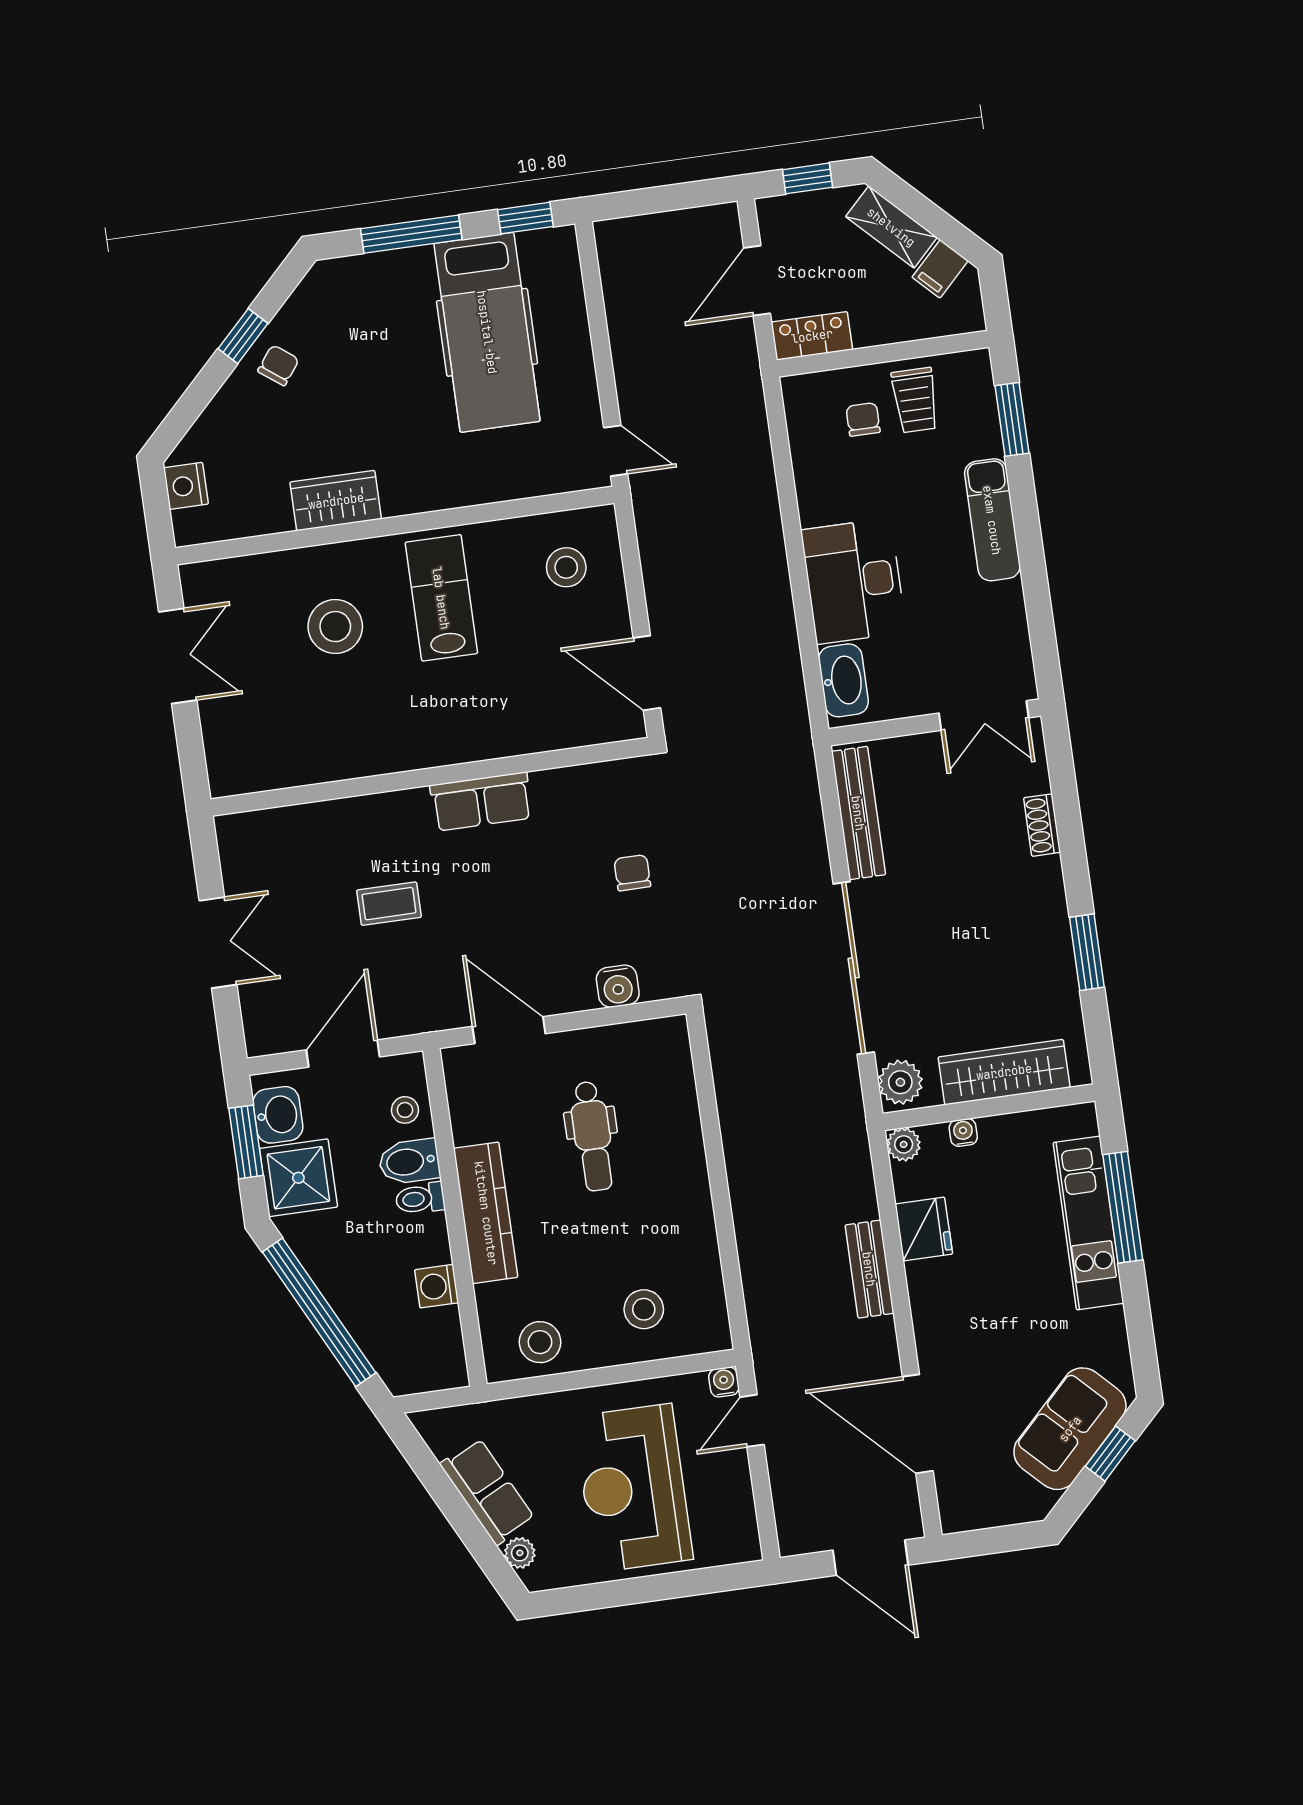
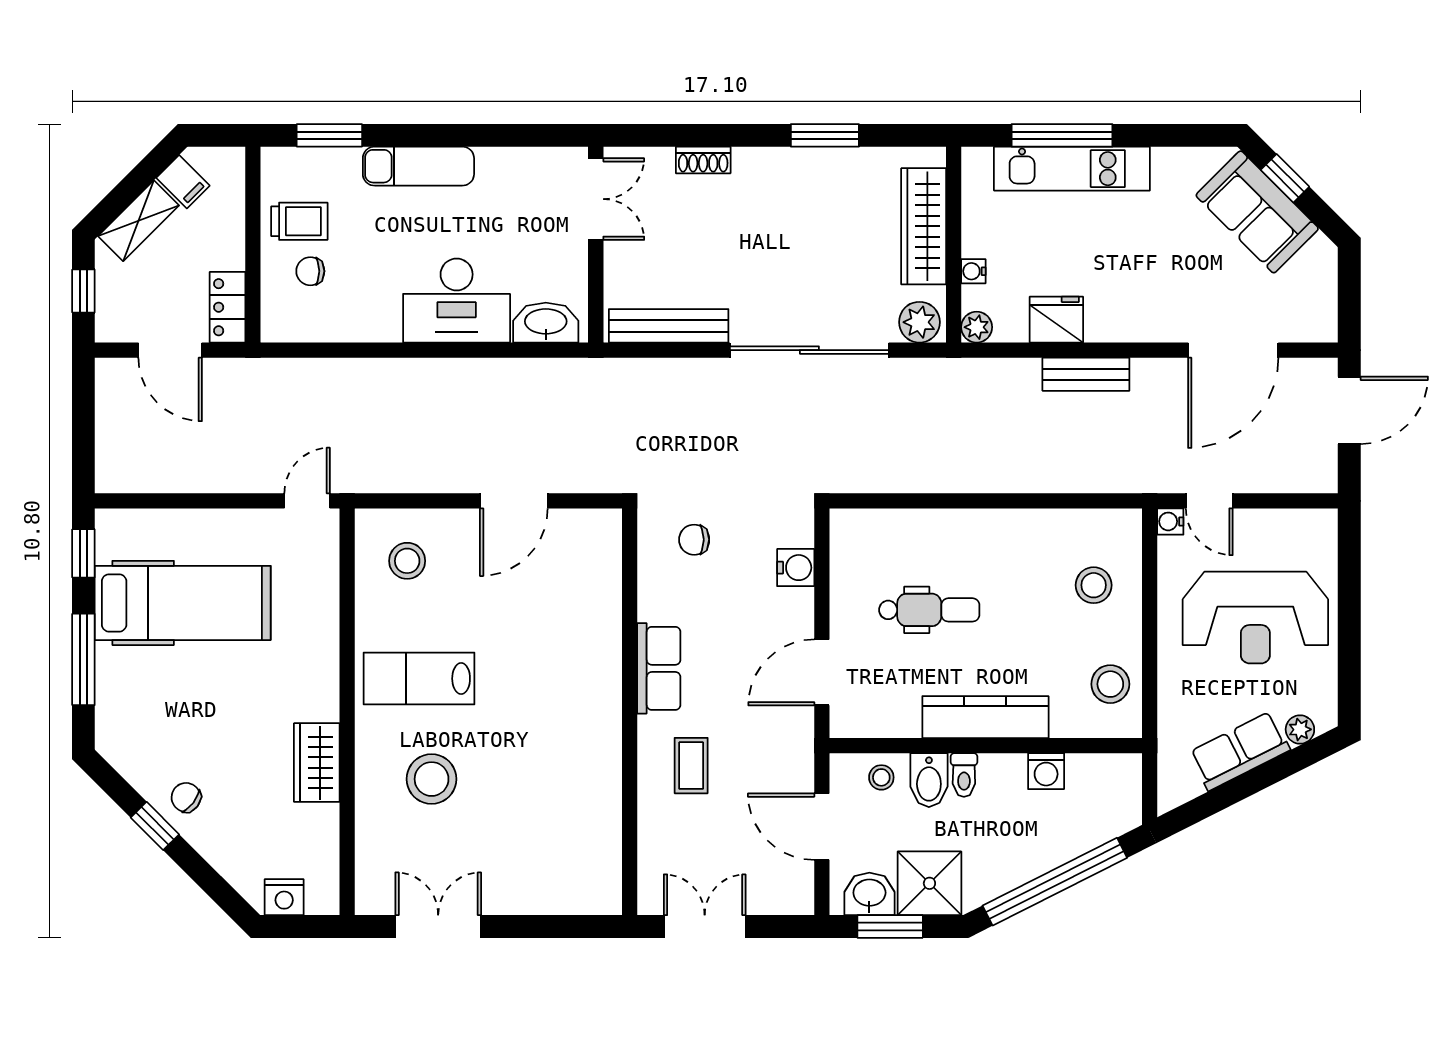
wall: (430, 777) -> (630, 712), moved
row of seats: (481, 802) -> (659, 668), moved

